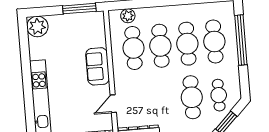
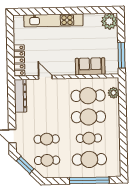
cafe table: (187, 44) -> (89, 138), width x0.73, depth x0.74
sofa: (98, 66) -> (90, 66), moved
cafe table: (192, 97) -> (47, 139), width x0.73, depth x0.74

